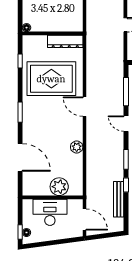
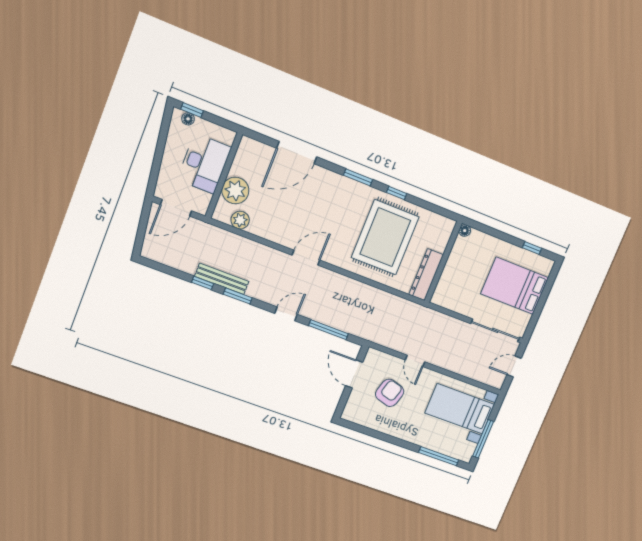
window: (20, 61) -> (397, 193), moved
door: (84, 107) -> (306, 258), moved
plant: (77, 147) -> (240, 220), moved
bench: (119, 199) -> (222, 279), moved

